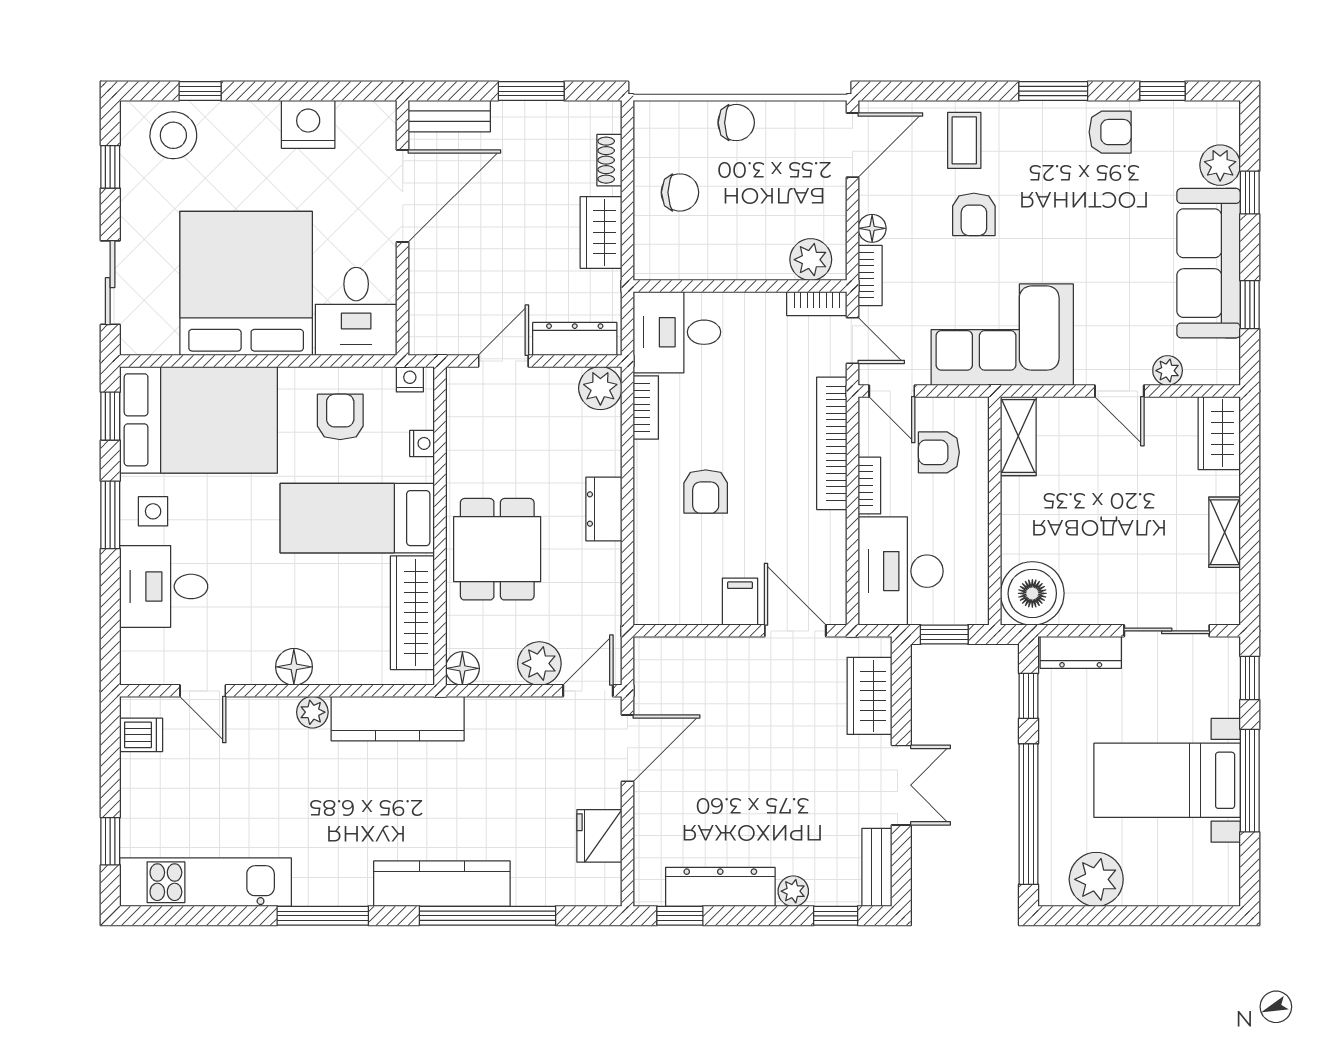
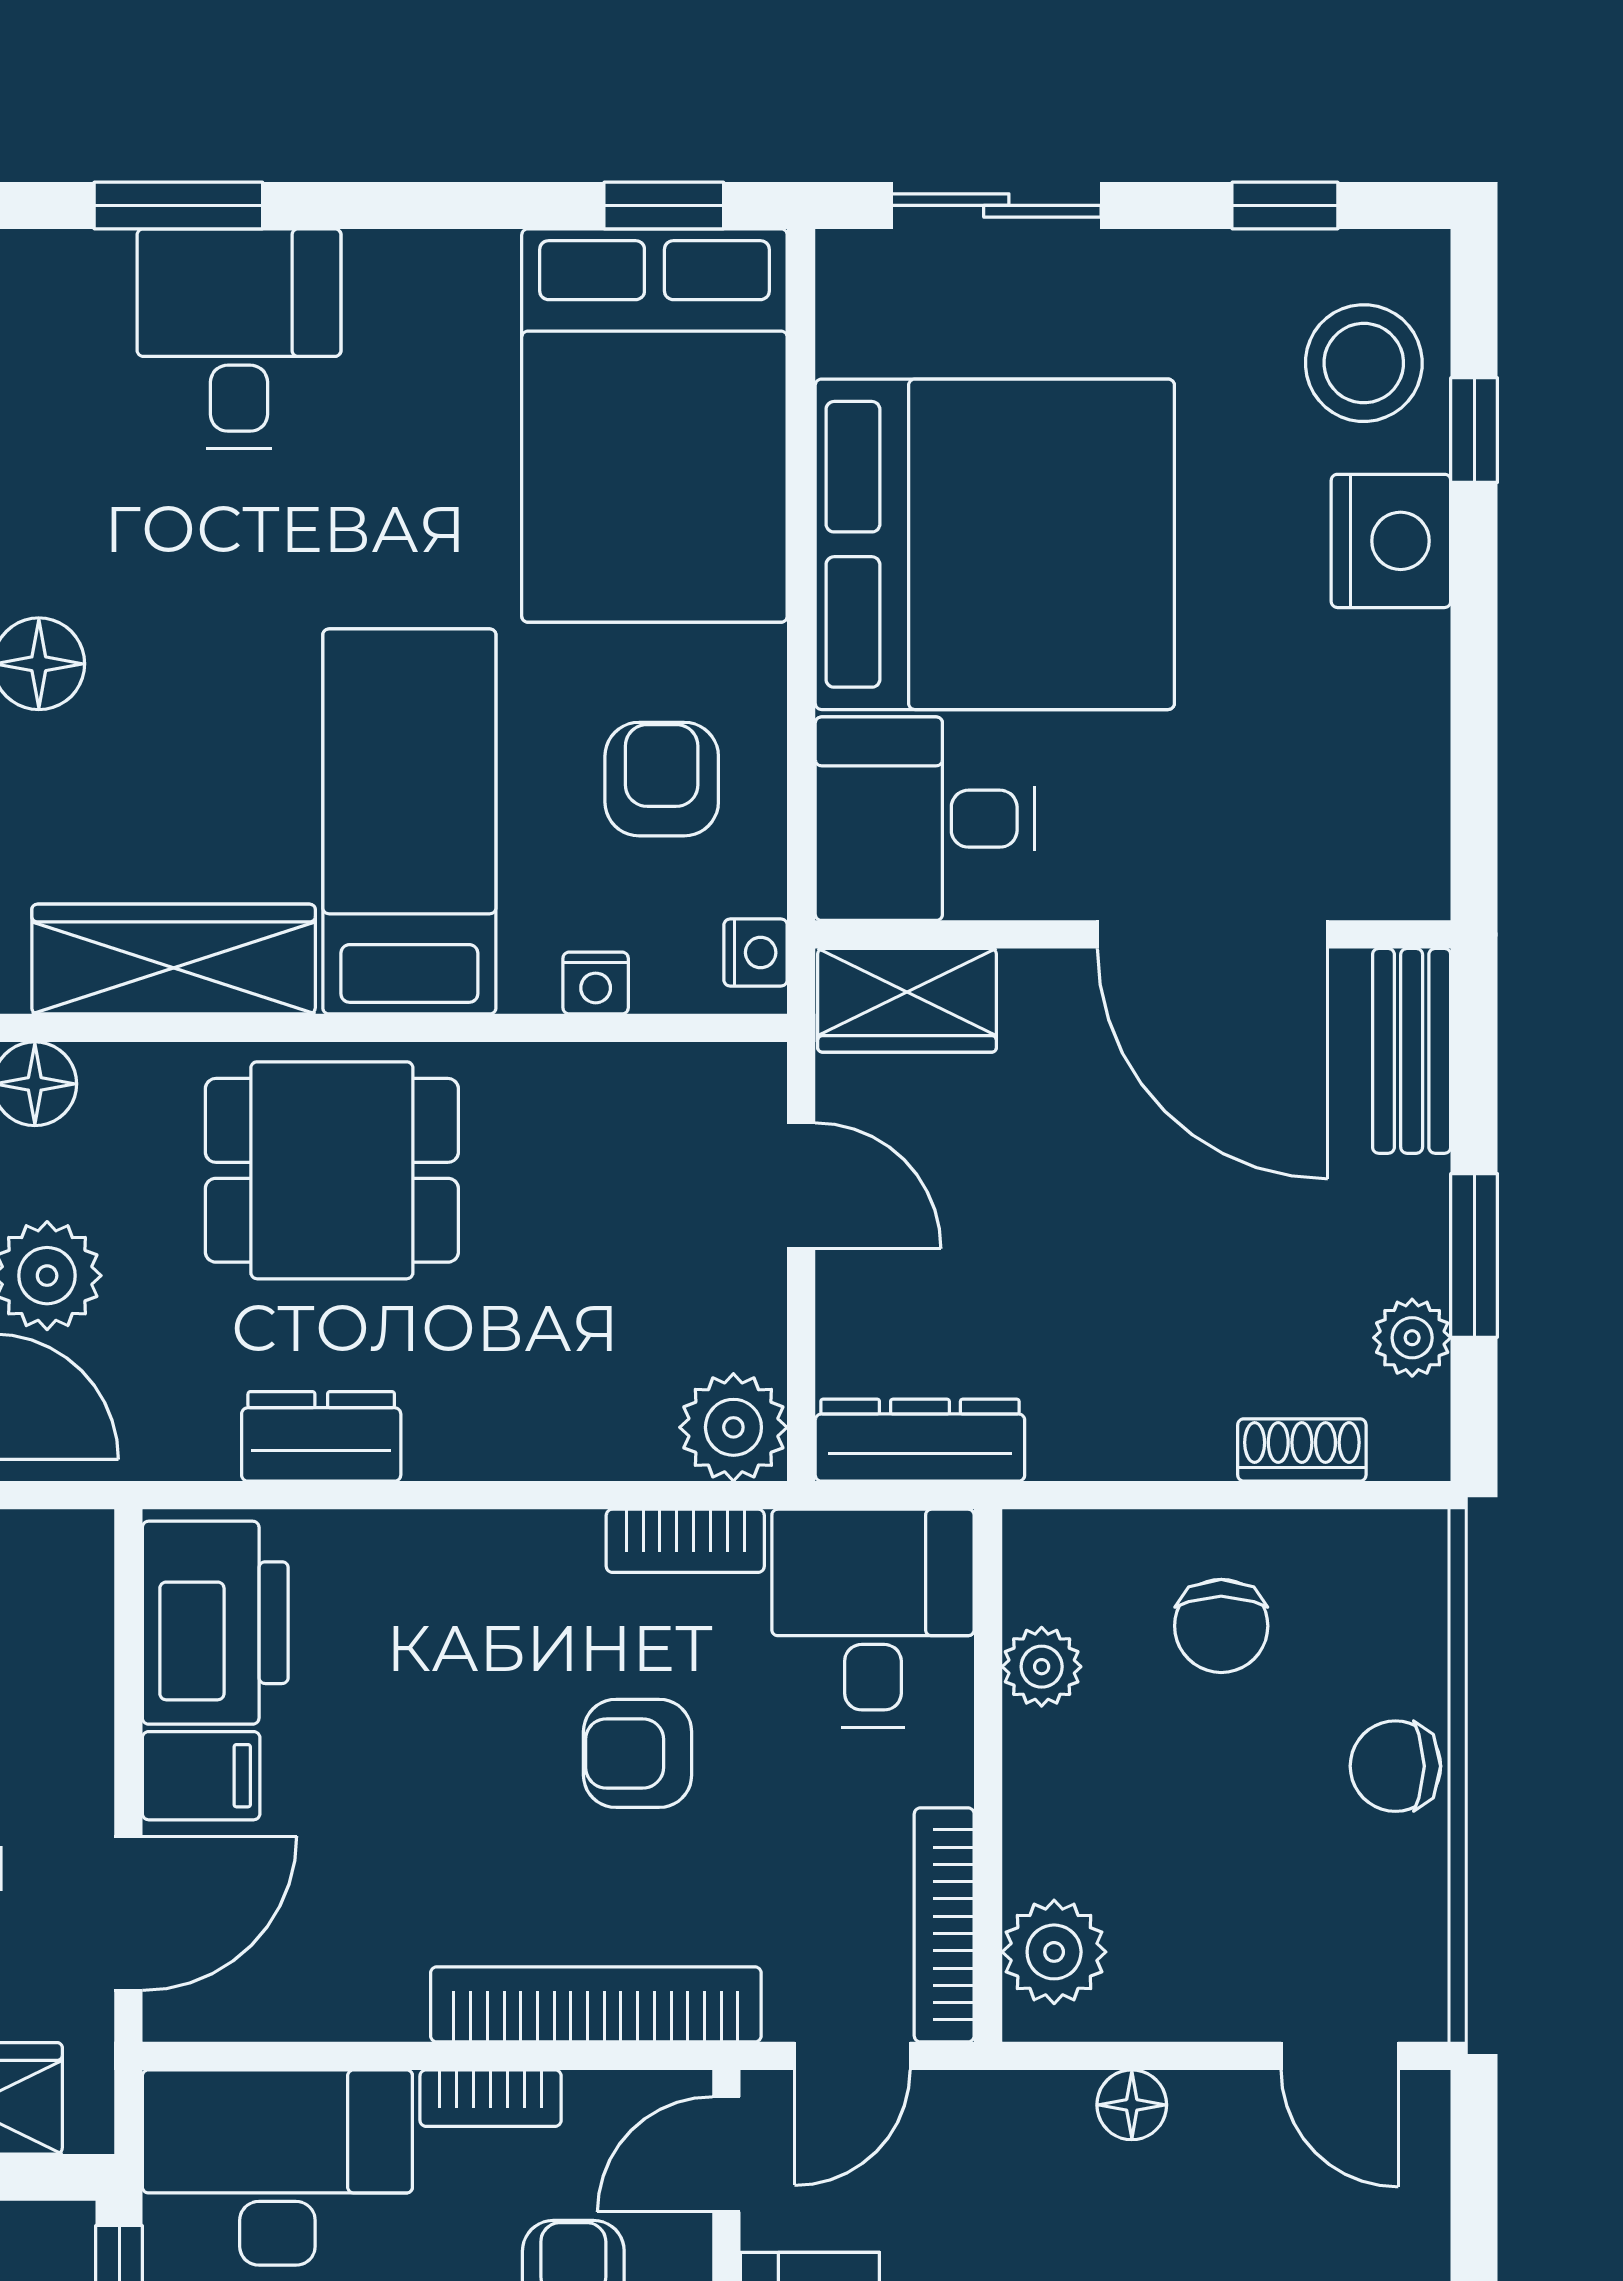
plant: (564, 116) -> (1412, 1338), added
chair: (736, 123) -> (1395, 1766), turned 90
nightstand: (308, 124) -> (1391, 541), moved
door: (852, 145) -> (1340, 2056), width x0.73
wardrobe: (601, 232) -> (907, 1000), moved, turned 180
plant: (696, 265) -> (1042, 1667), added
bookcase: (870, 275) -> (1014, 2100), removed
bookcase: (817, 304) -> (944, 1925), width x1.56
dresser: (575, 339) -> (920, 1440), moved, turned -90
armchair: (340, 417) -> (662, 779), turned -90
armchair: (706, 491) -> (638, 1753), moved
dresser: (604, 509) -> (321, 1436), moved
side table: (153, 511) -> (426, 312), removed
window: (110, 515) -> (178, 205), moved
printer: (679, 596) -> (215, 1623), added

